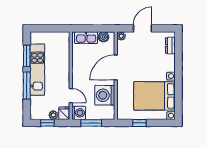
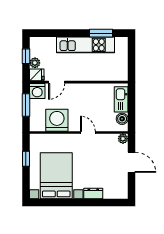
dresser: (170, 46) -> (93, 193), moved
door: (116, 67) -> (88, 132), width x0.53
window: (27, 86) -> (68, 33), removed

